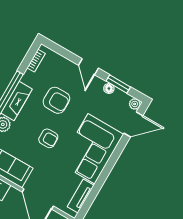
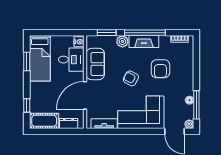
door: (88, 67) -> (196, 77), removed
window: (118, 84) -> (196, 105), width x1.44
armchair: (48, 138) -> (131, 78), turned 118

